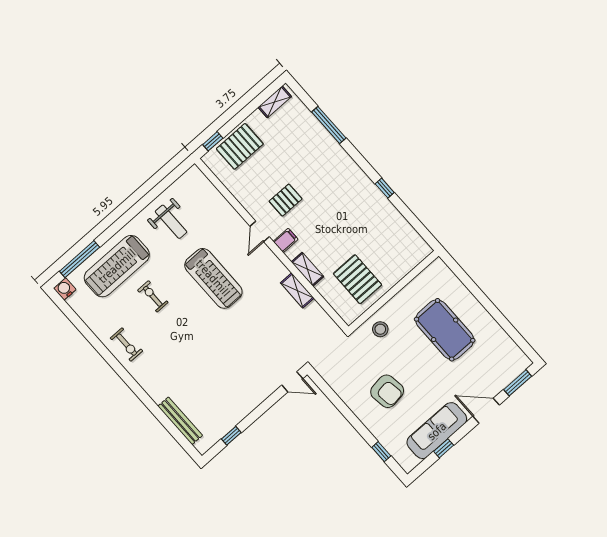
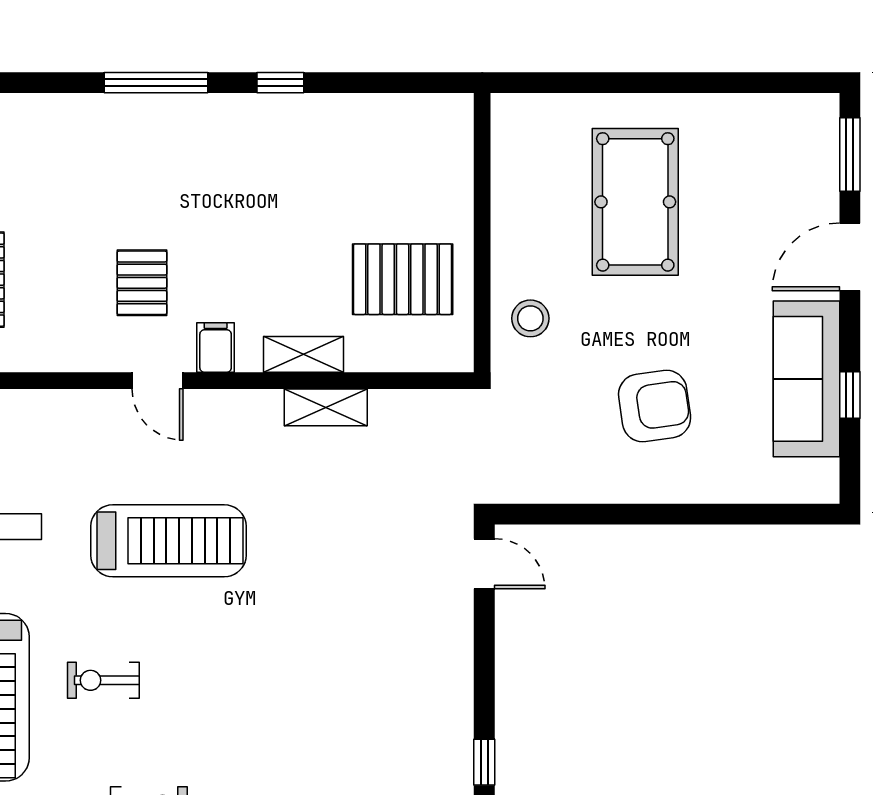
window: (329, 125) -> (156, 83), moved
pool table: (445, 330) -> (635, 202), turned 90
door: (292, 382) -> (484, 564), hinge flipped
window: (381, 452) -> (755, 514), removed

